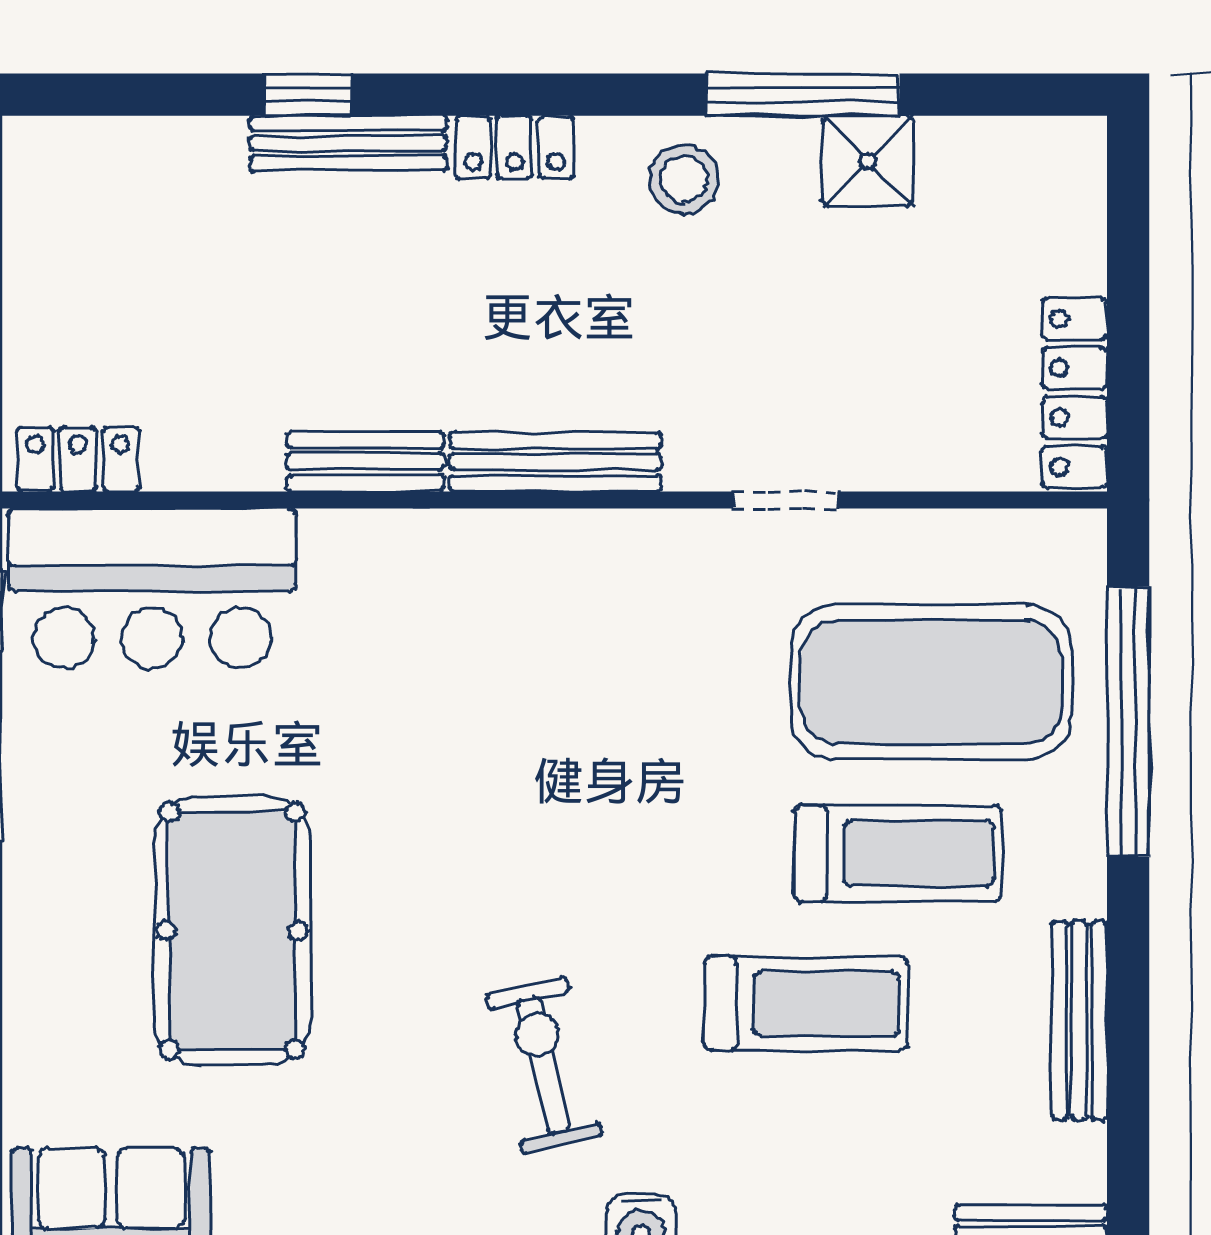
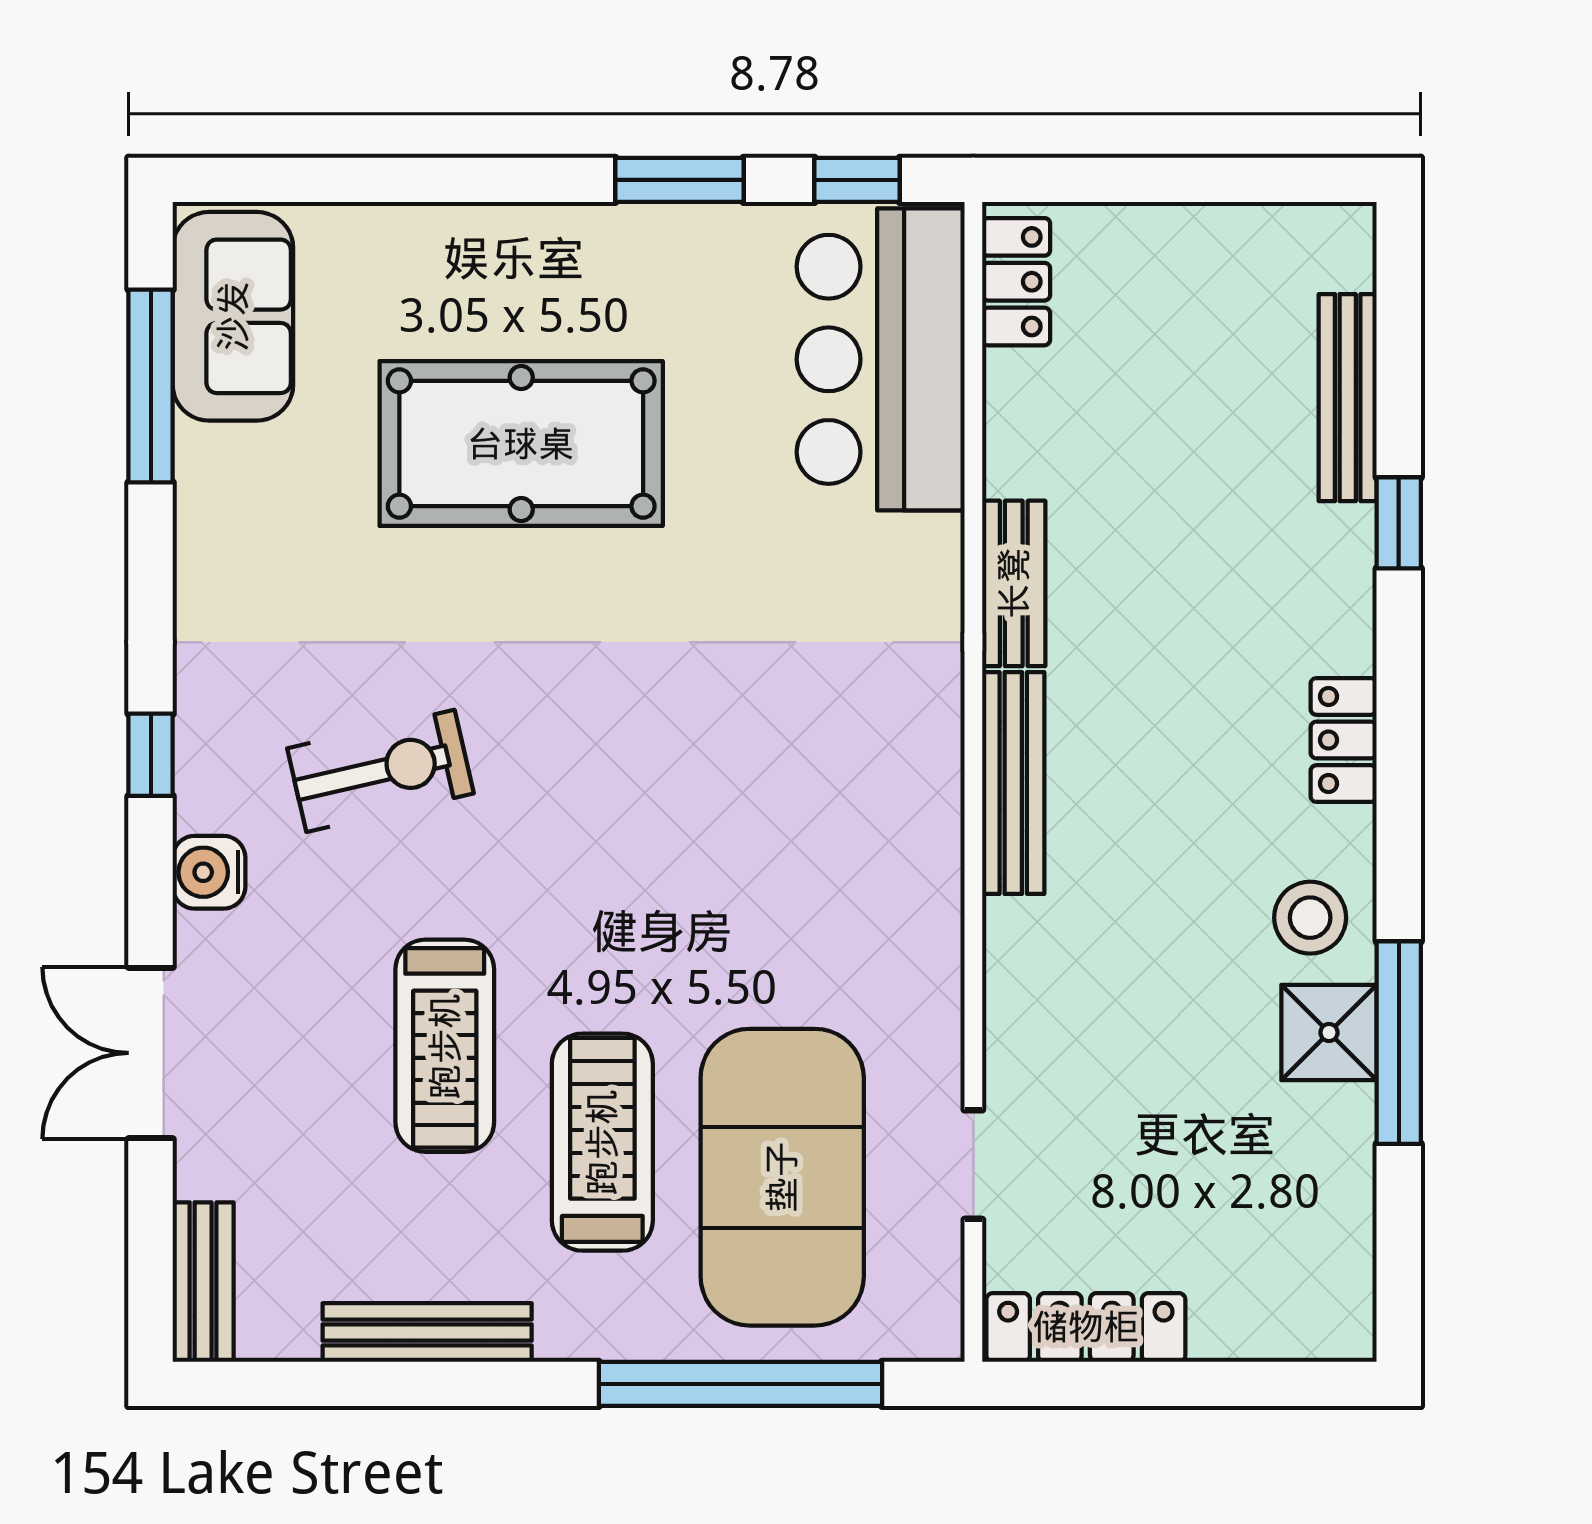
bench: (348, 143) -> (1348, 398), moved
shower: (867, 161) -> (1329, 1033), moved
doorway: (785, 500) -> (973, 1165), moved
treadmill: (898, 853) -> (602, 1142), turned 180

